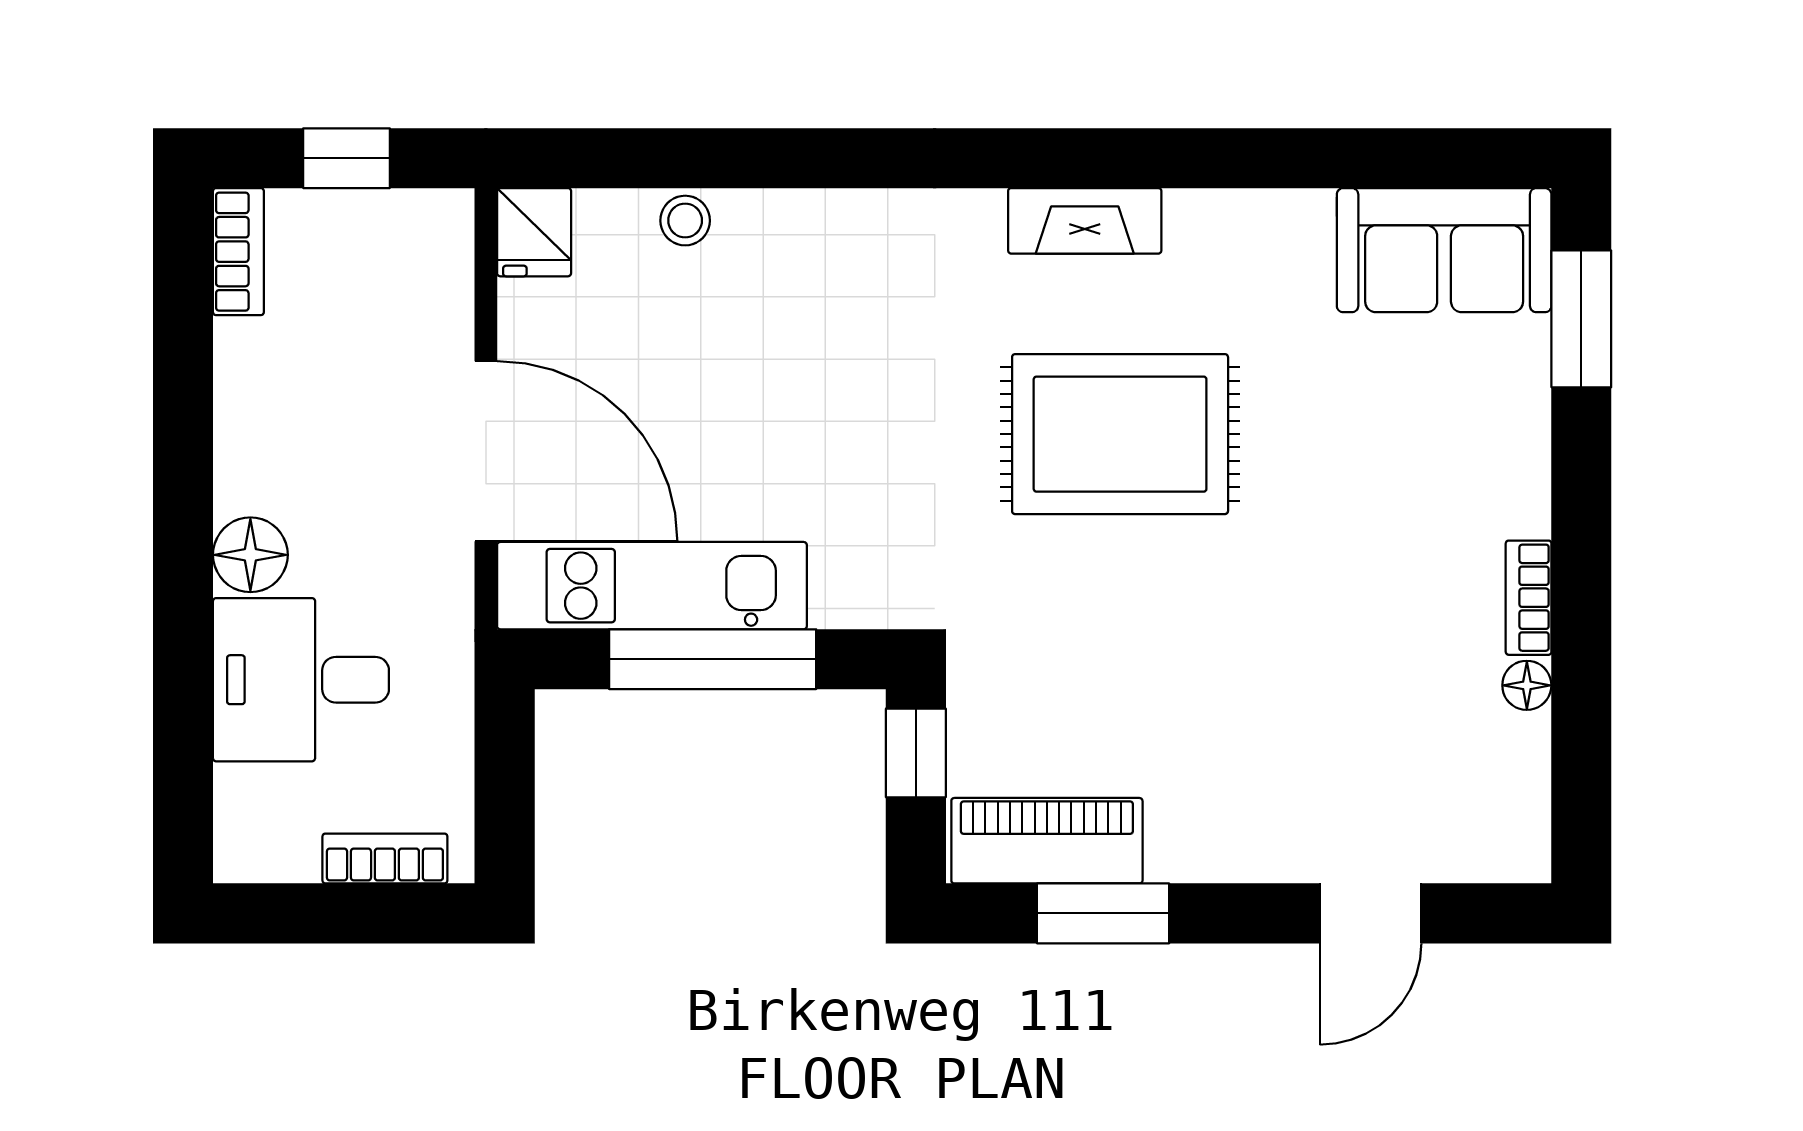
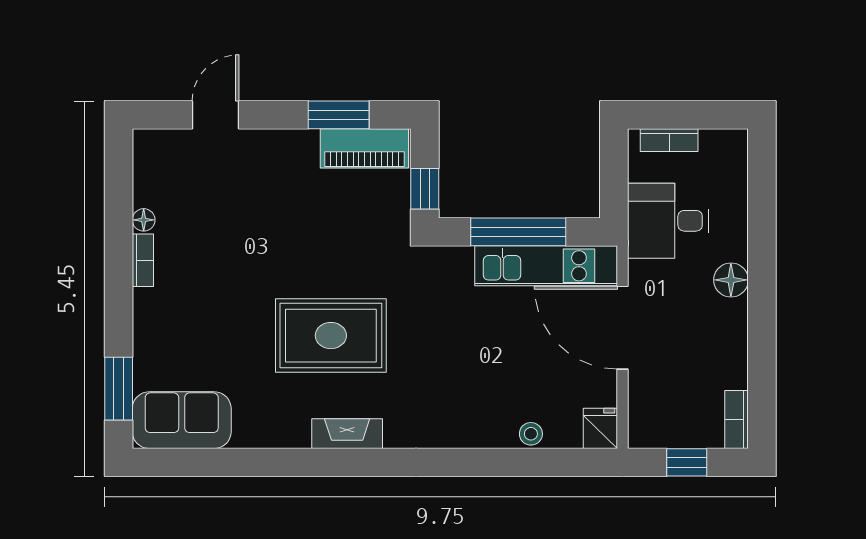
desk: (301, 680) -> (668, 221), moved, turned 180

